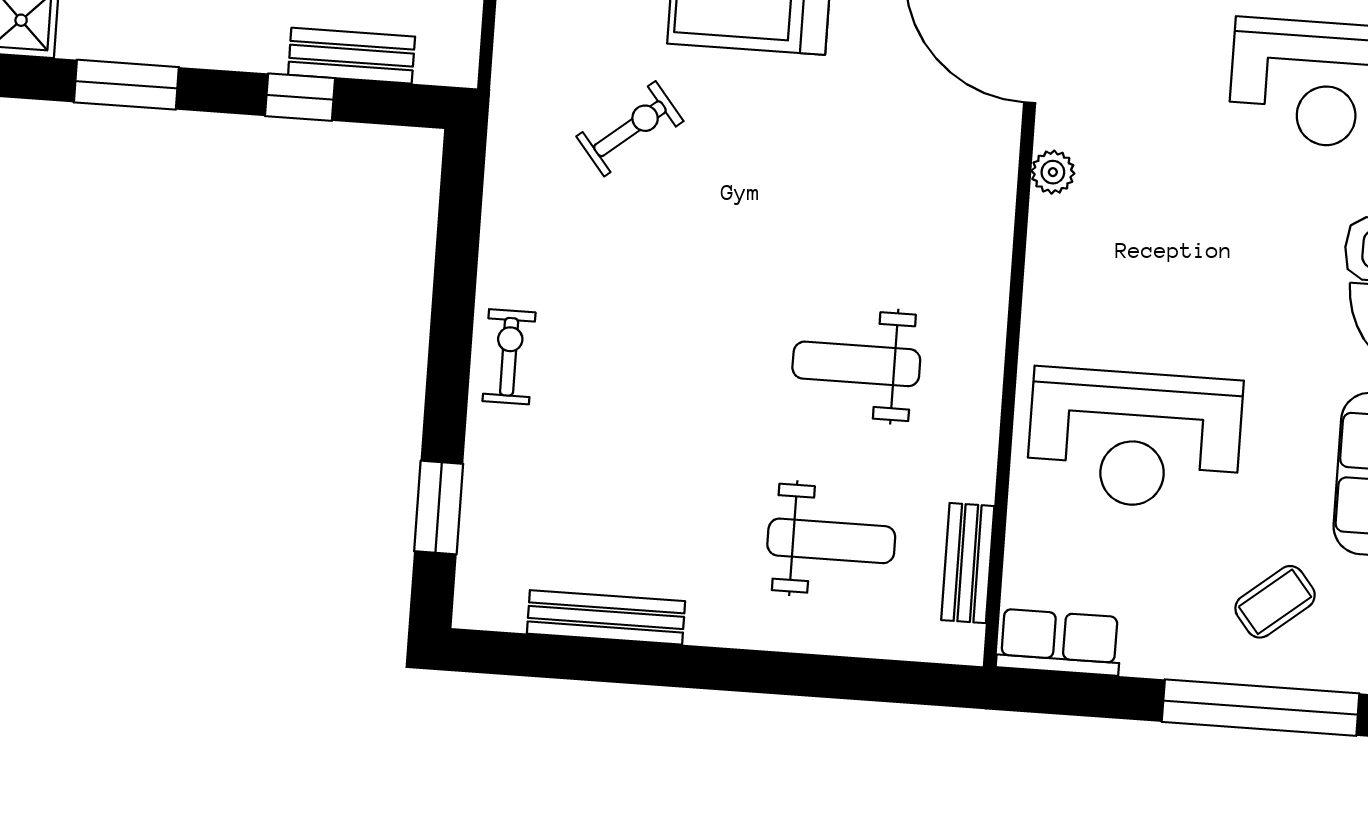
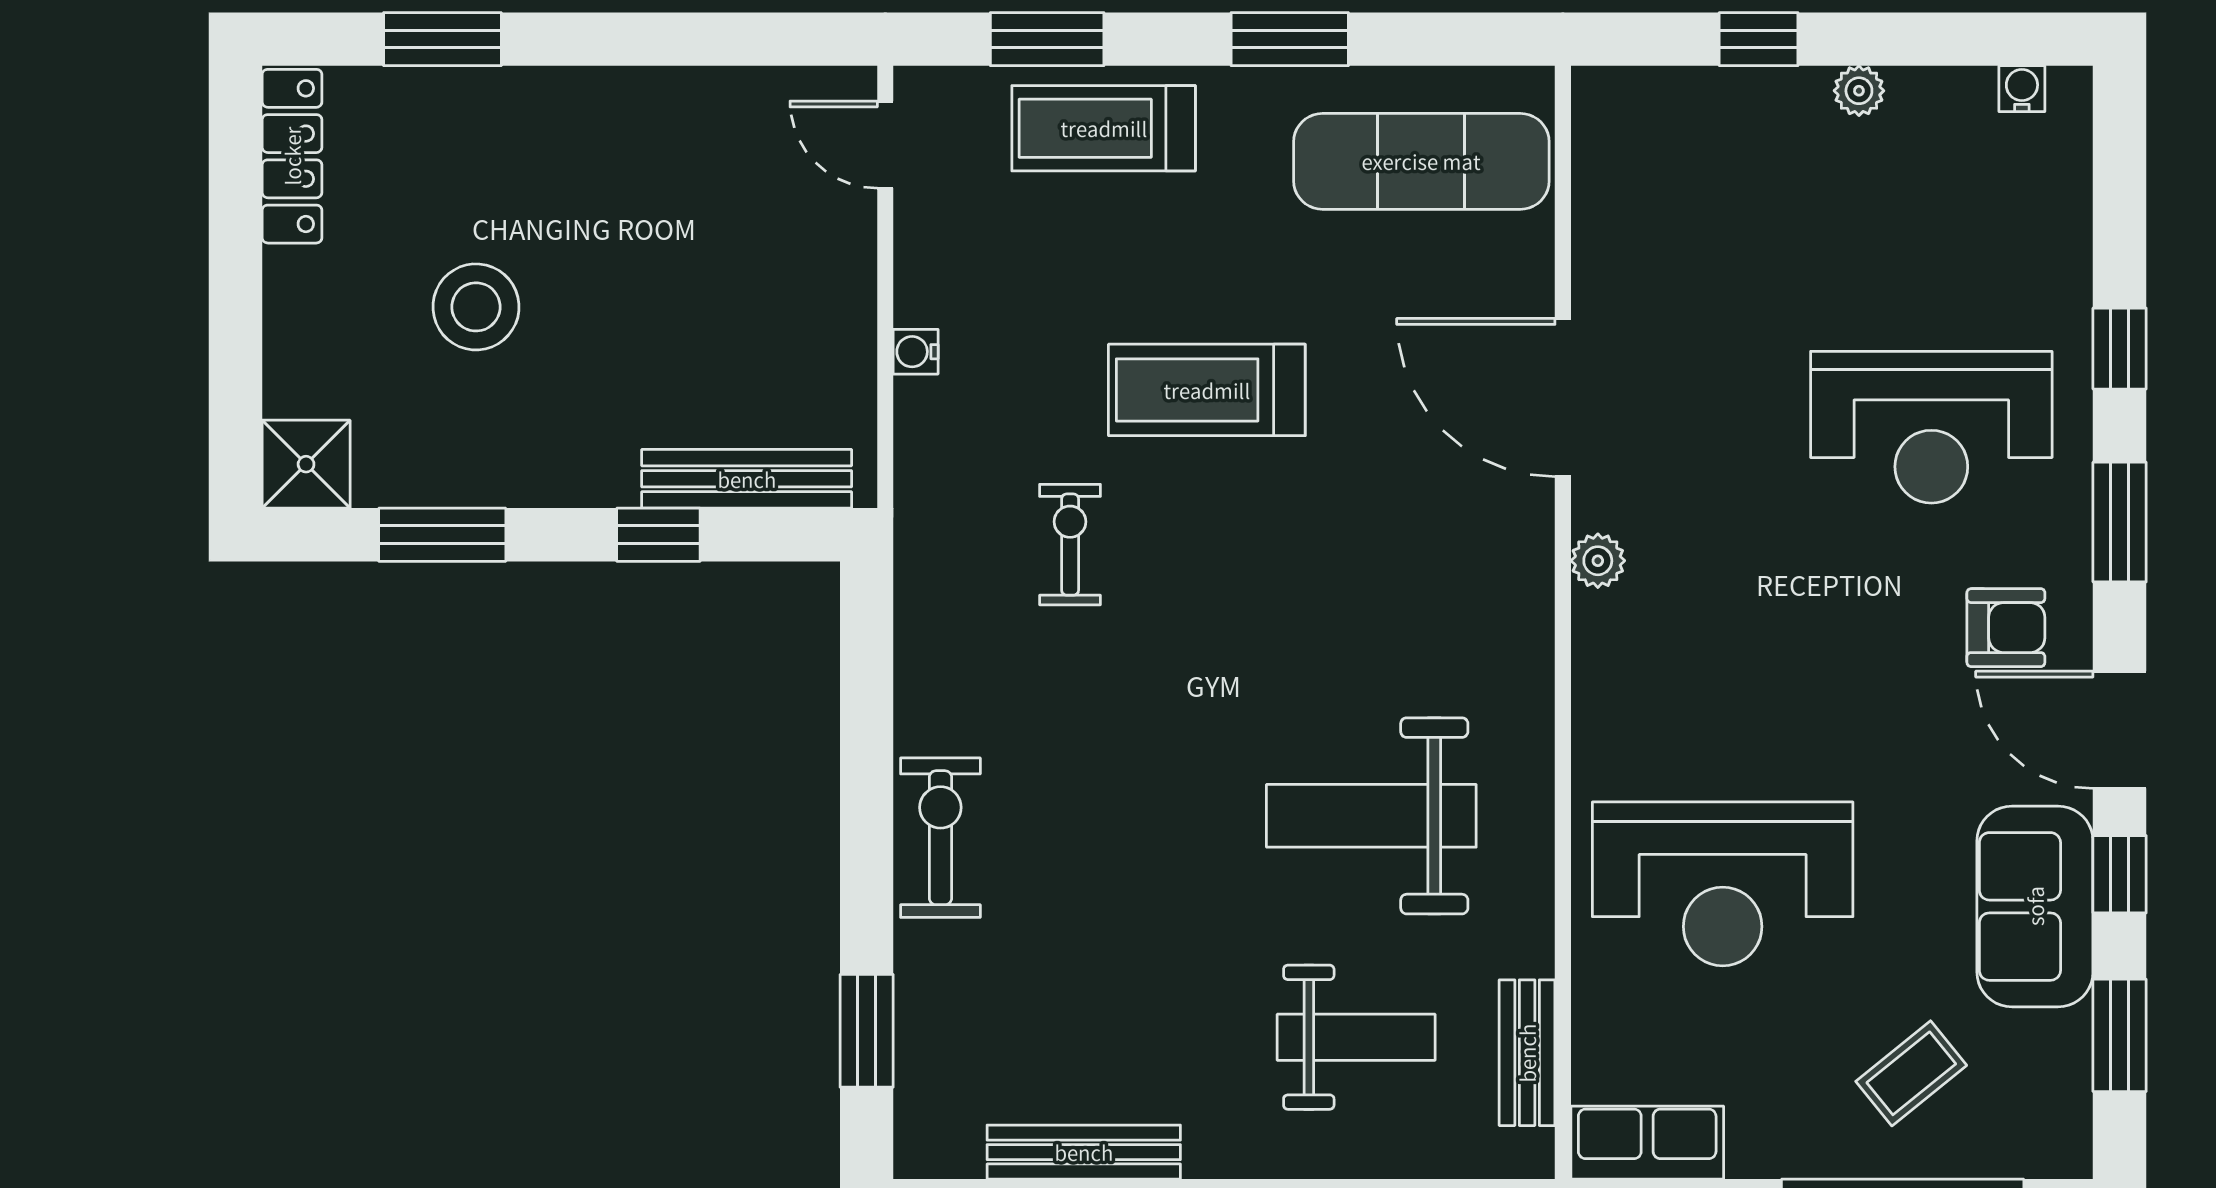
bench: (352, 56) -> (747, 479), width x1.36
exercise bike: (630, 129) -> (1070, 545), turned -51
exercise bike: (509, 357) -> (940, 838), width x1.38, depth x1.39
weight bench: (856, 364) -> (1371, 816), width x1.36, depth x1.33

